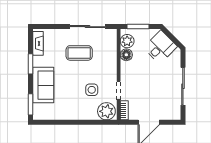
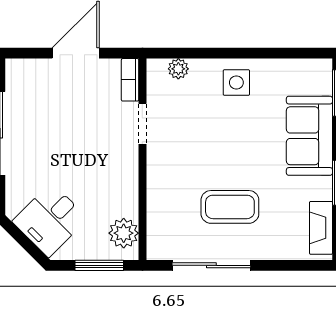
floor lamp: (126, 55) -> (125, 203), removed
side table: (92, 90) -> (236, 82), moved
plant: (106, 111) -> (178, 69), width x0.53, depth x0.53

